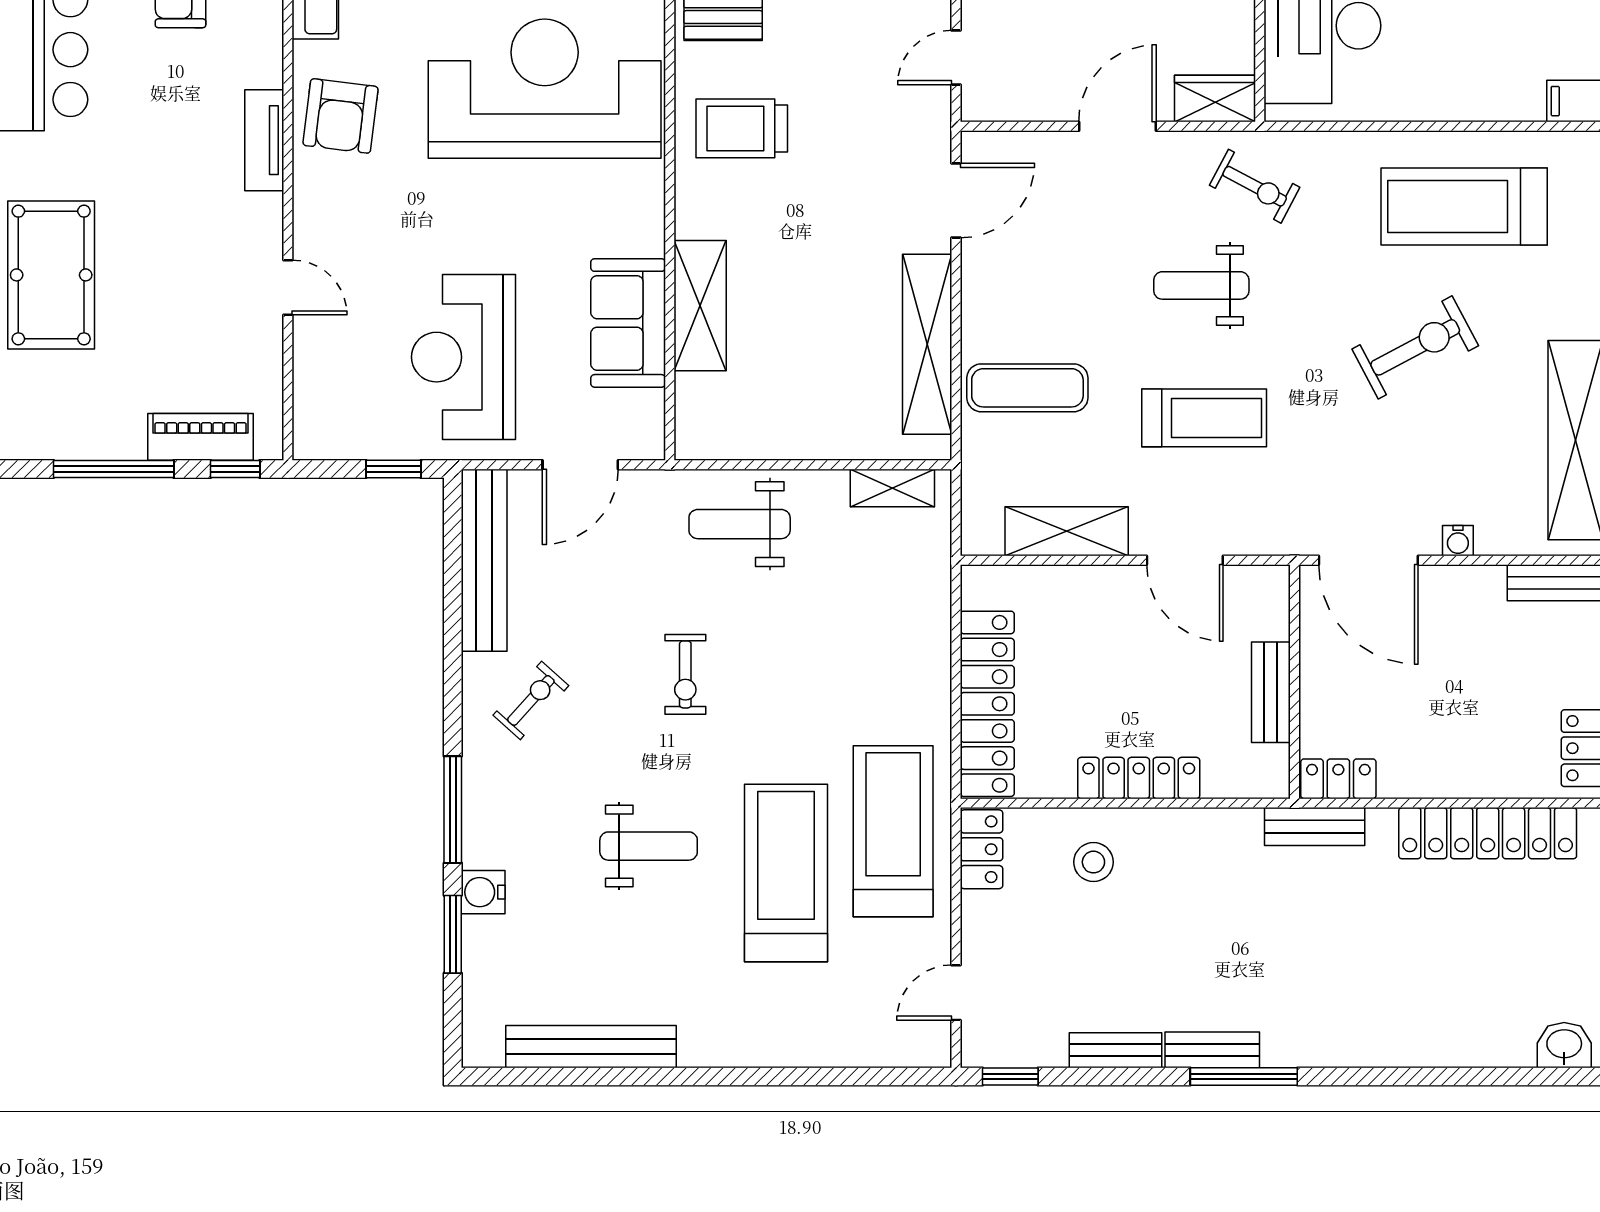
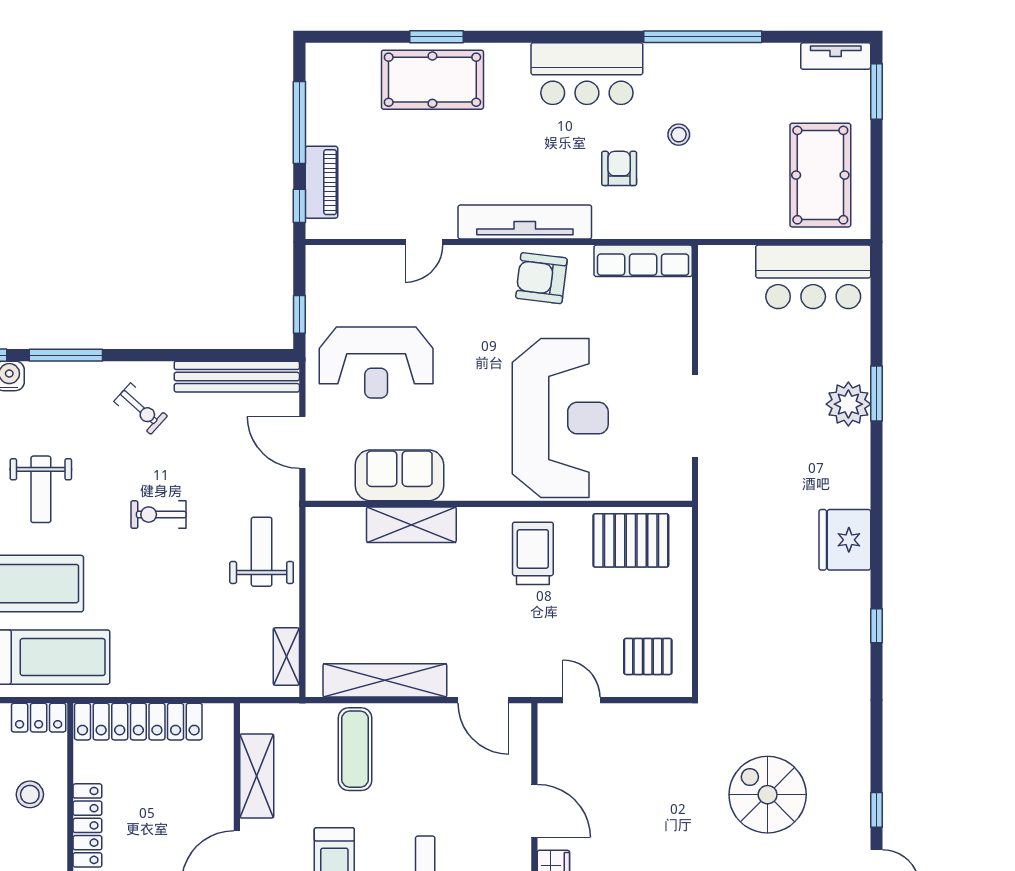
tv unit: (264, 140) -> (525, 222), width x1.92, depth x1.29
reception desk: (464, 357) -> (376, 362), turned 180

